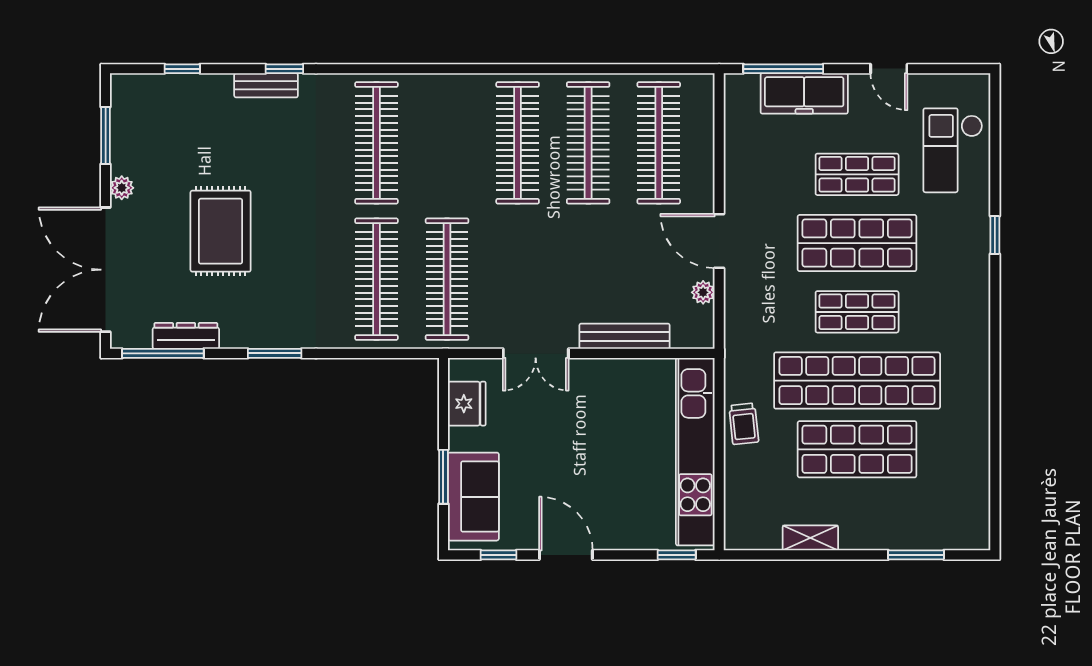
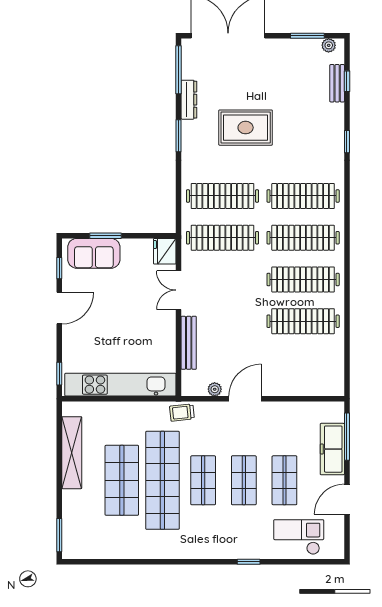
door: (889, 69) -> (347, 499), width x1.38
bench: (266, 85) -> (337, 83), moved
clothes rail: (659, 143) -> (303, 238), moved
plant: (122, 188) -> (329, 45), moved
rug: (221, 231) -> (246, 128), moved
shop shelf: (857, 243) -> (244, 480), width x0.70, depth x0.74
dresser: (186, 336) -> (189, 100), moved
fridge: (467, 404) -> (165, 251), moved, turned 90
trolley: (744, 424) -> (182, 413), moved
shelving: (810, 538) -> (72, 453), width x2.20, depth x1.33
window: (916, 555) -> (59, 535), moved

